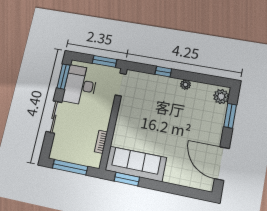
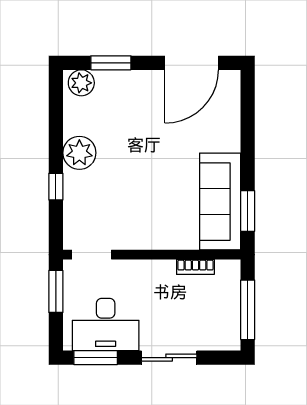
plant: (186, 85) -> (79, 153), width x1.88, depth x1.88

